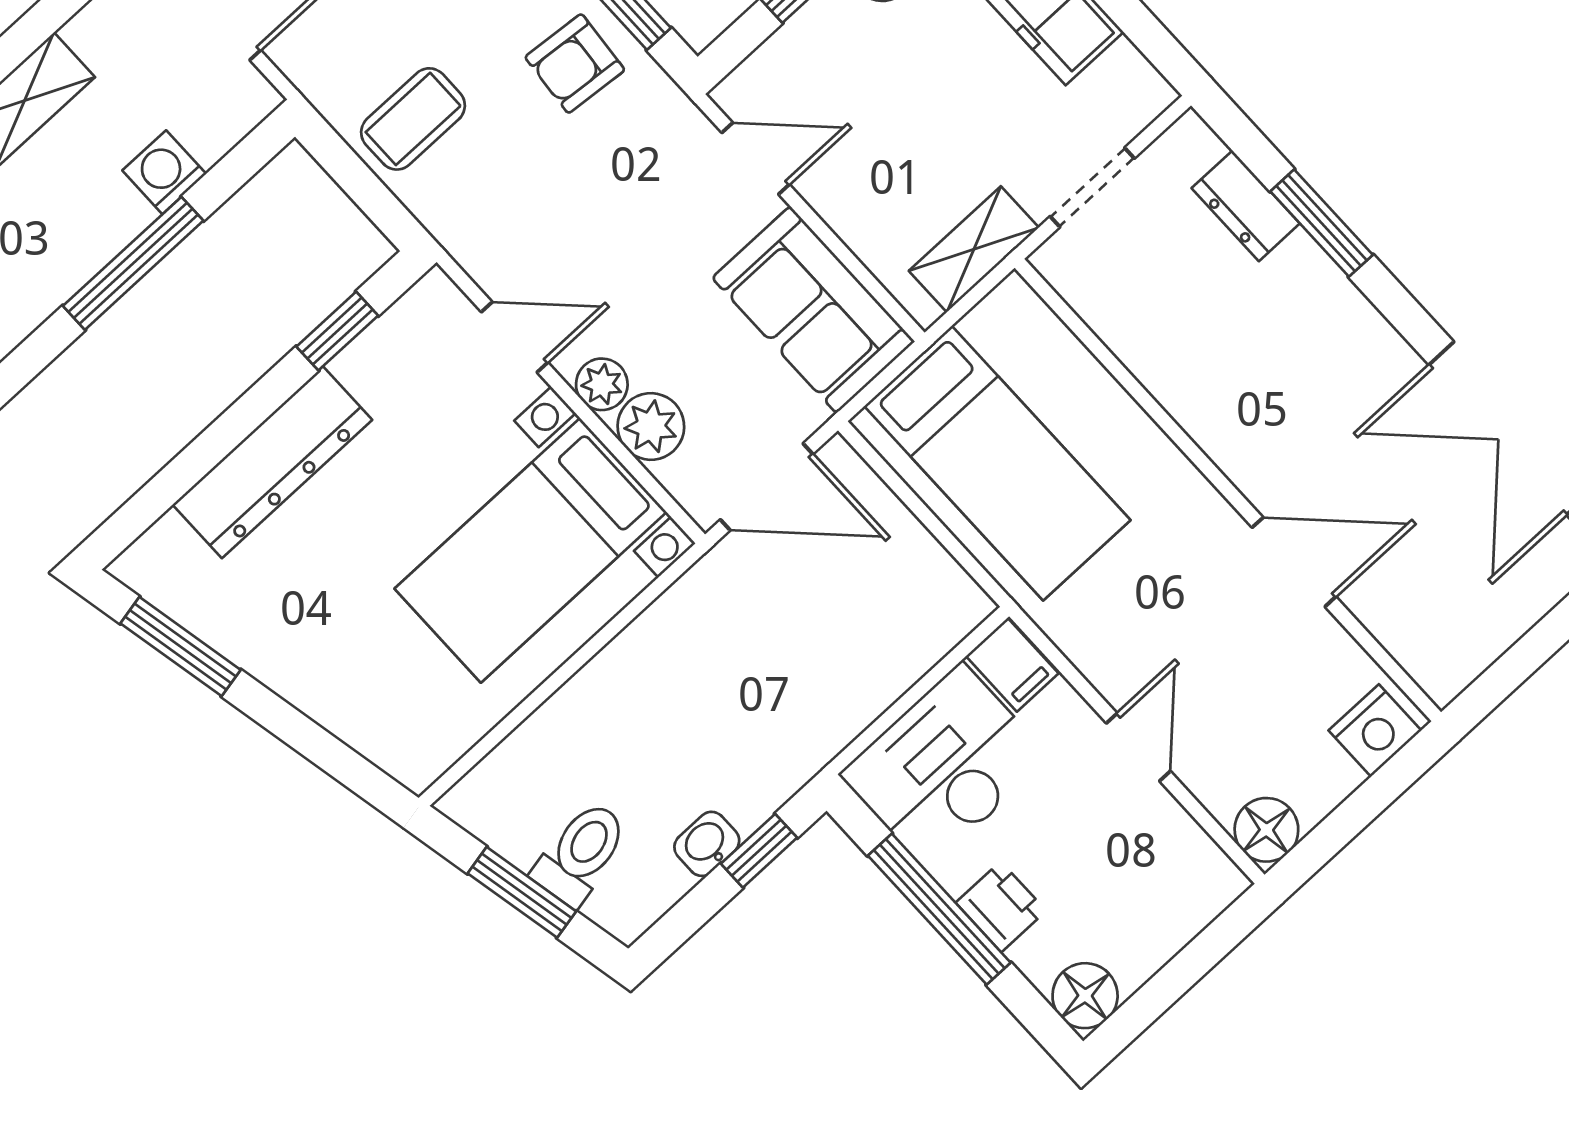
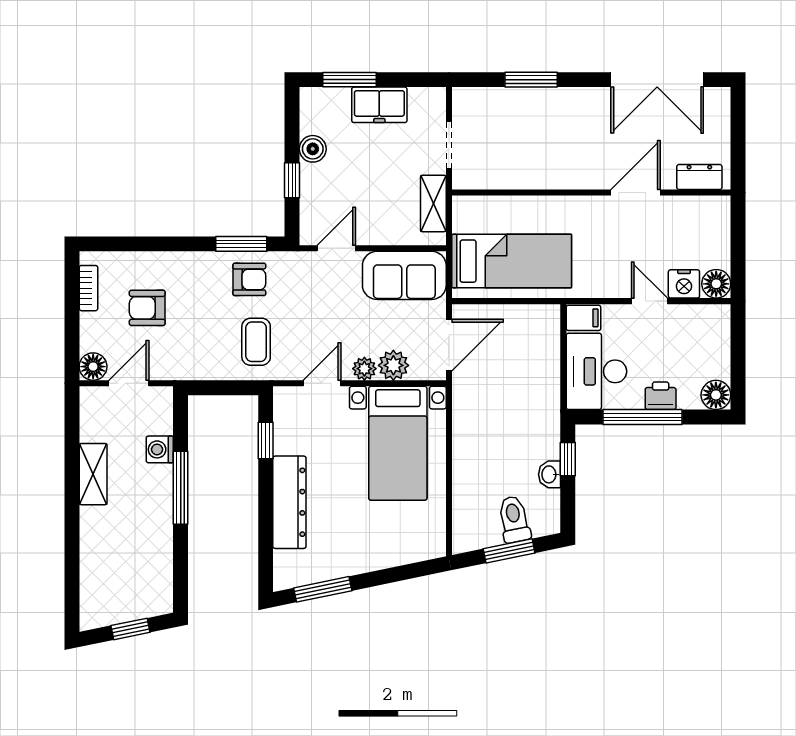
armchair: (575, 64) -> (249, 279), turned -95
coffee table: (413, 119) -> (256, 342), moved
dresser: (1246, 206) -> (699, 177), moved, turned 180
nightstand: (1375, 730) -> (684, 284), moved, turned 90

